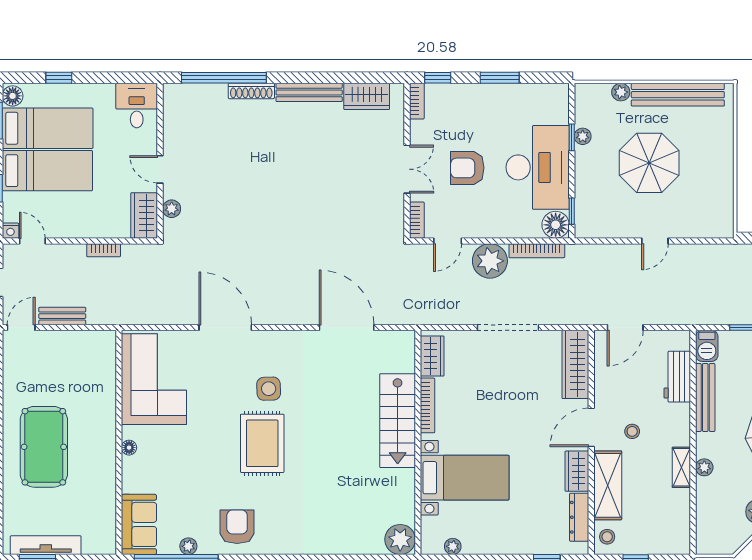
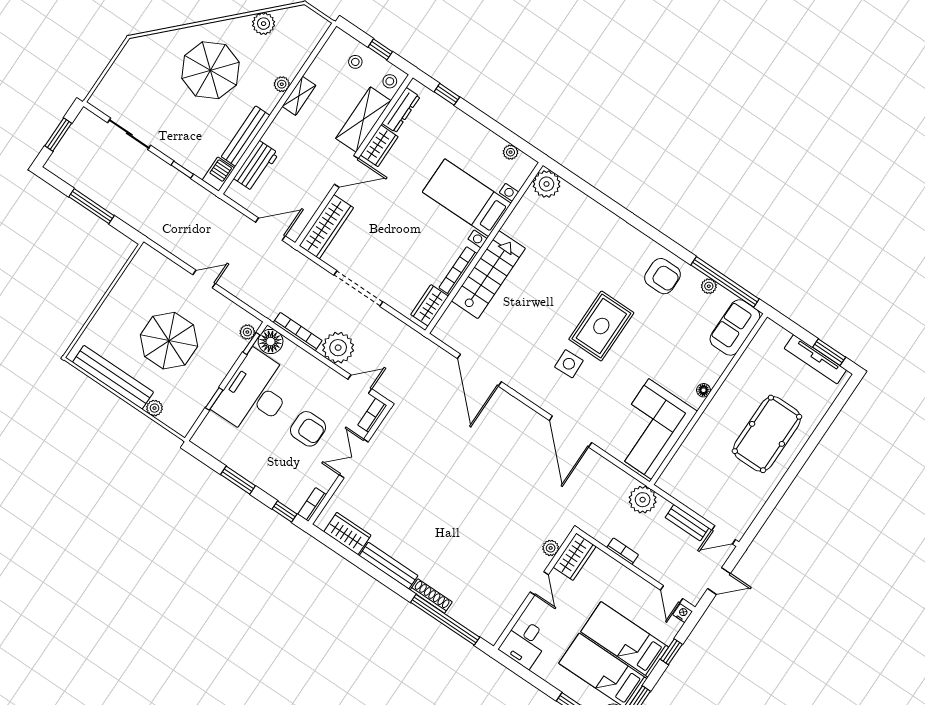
plant: (583, 136) -> (247, 332), moved
plant: (117, 310) -> (643, 500), added
stool: (632, 431) -> (355, 62), moved
armchair: (237, 527) -> (662, 276), turned -90

